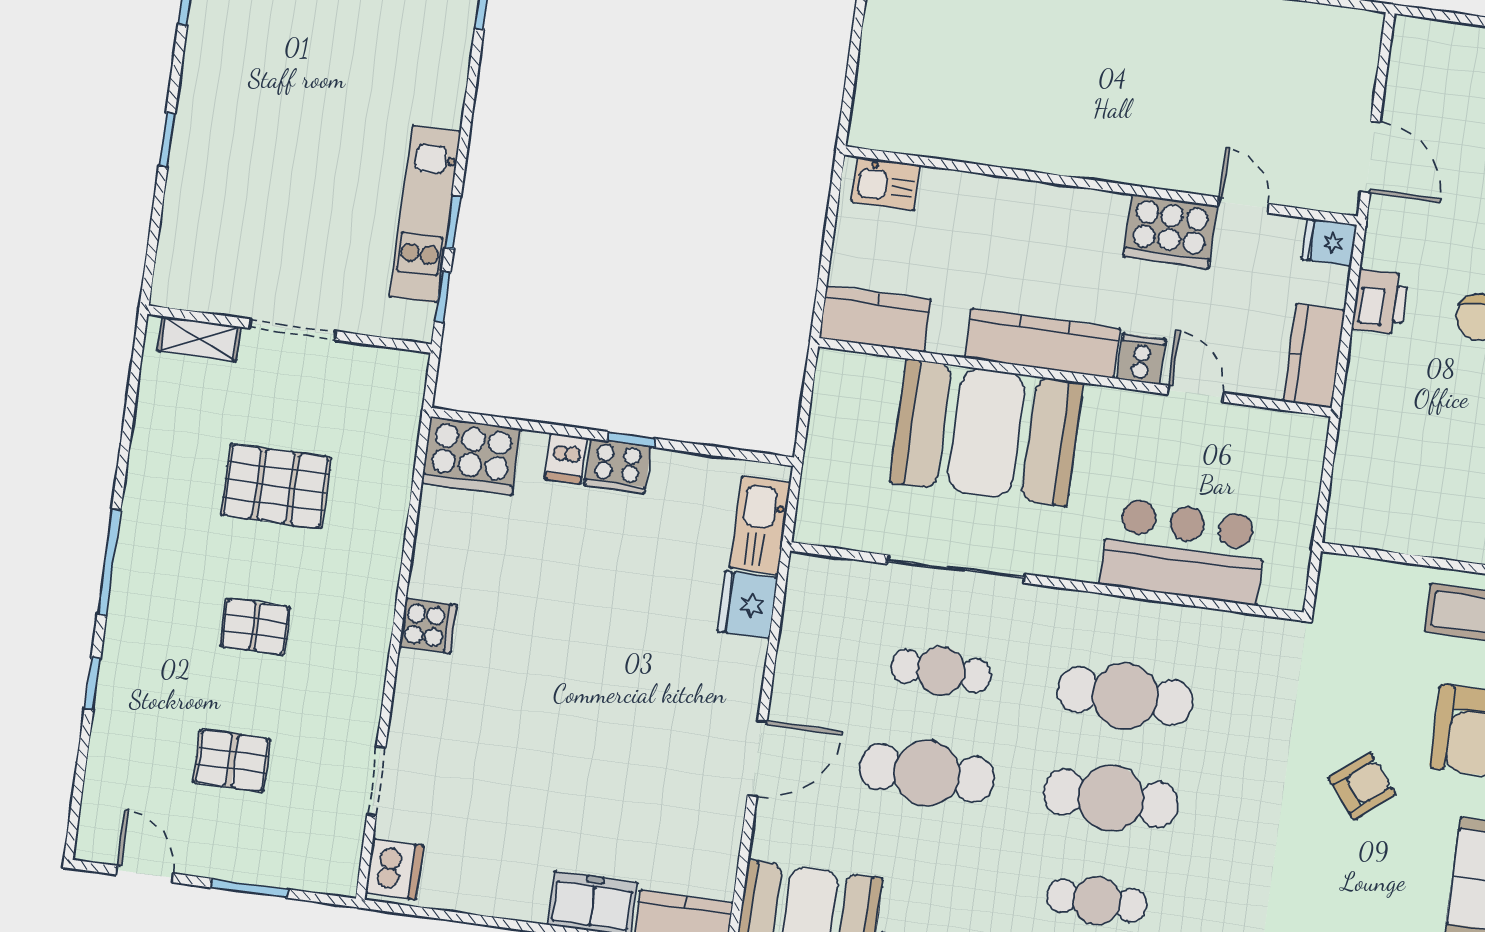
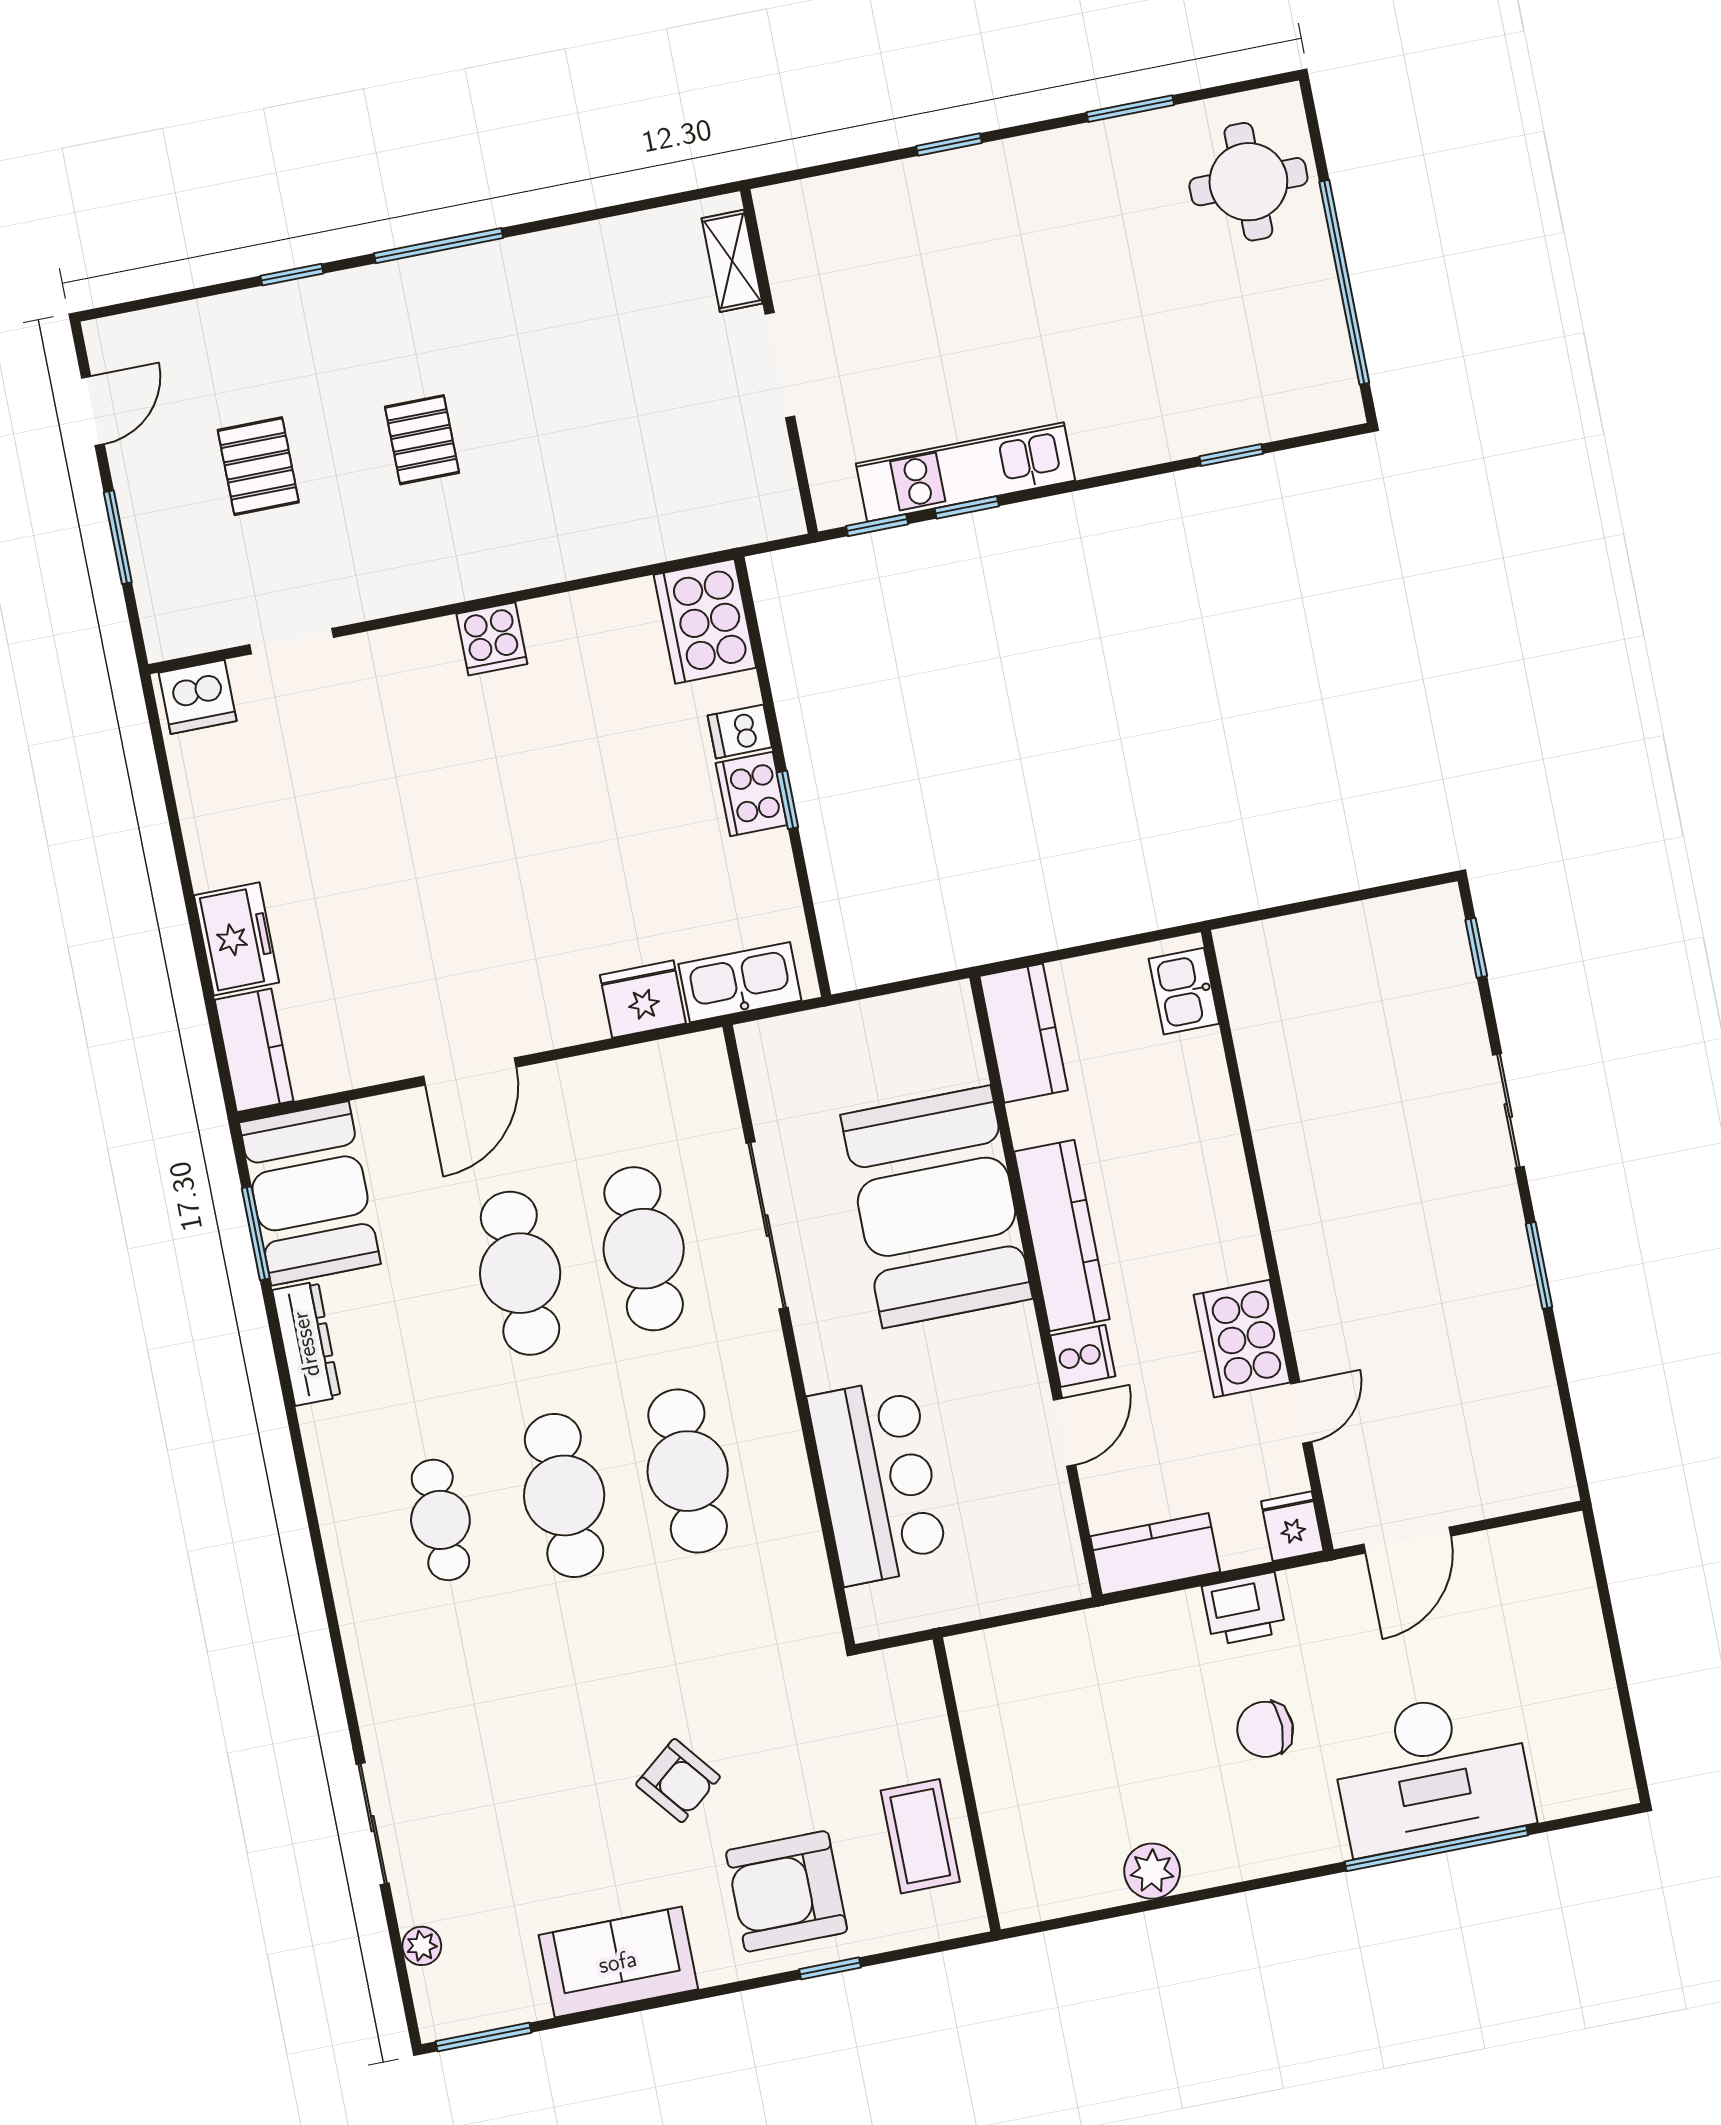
pallet: (276, 486) -> (593, 408), removed
cafe table: (941, 671) -> (644, 1249), width x1.37, depth x1.35
door: (757, 758) -> (470, 1072), hinge flipped

